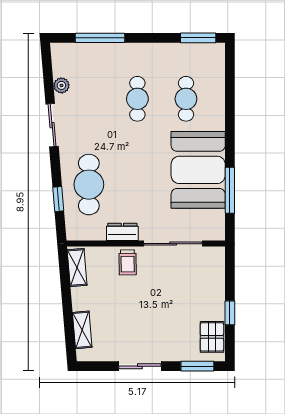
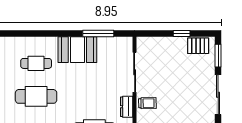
cafe table: (137, 99) -> (36, 96), width x1.37, depth x1.35
booth: (198, 170) -> (77, 50), width x0.73, depth x0.70
sliding door: (140, 366) -> (218, 95), width x1.37

